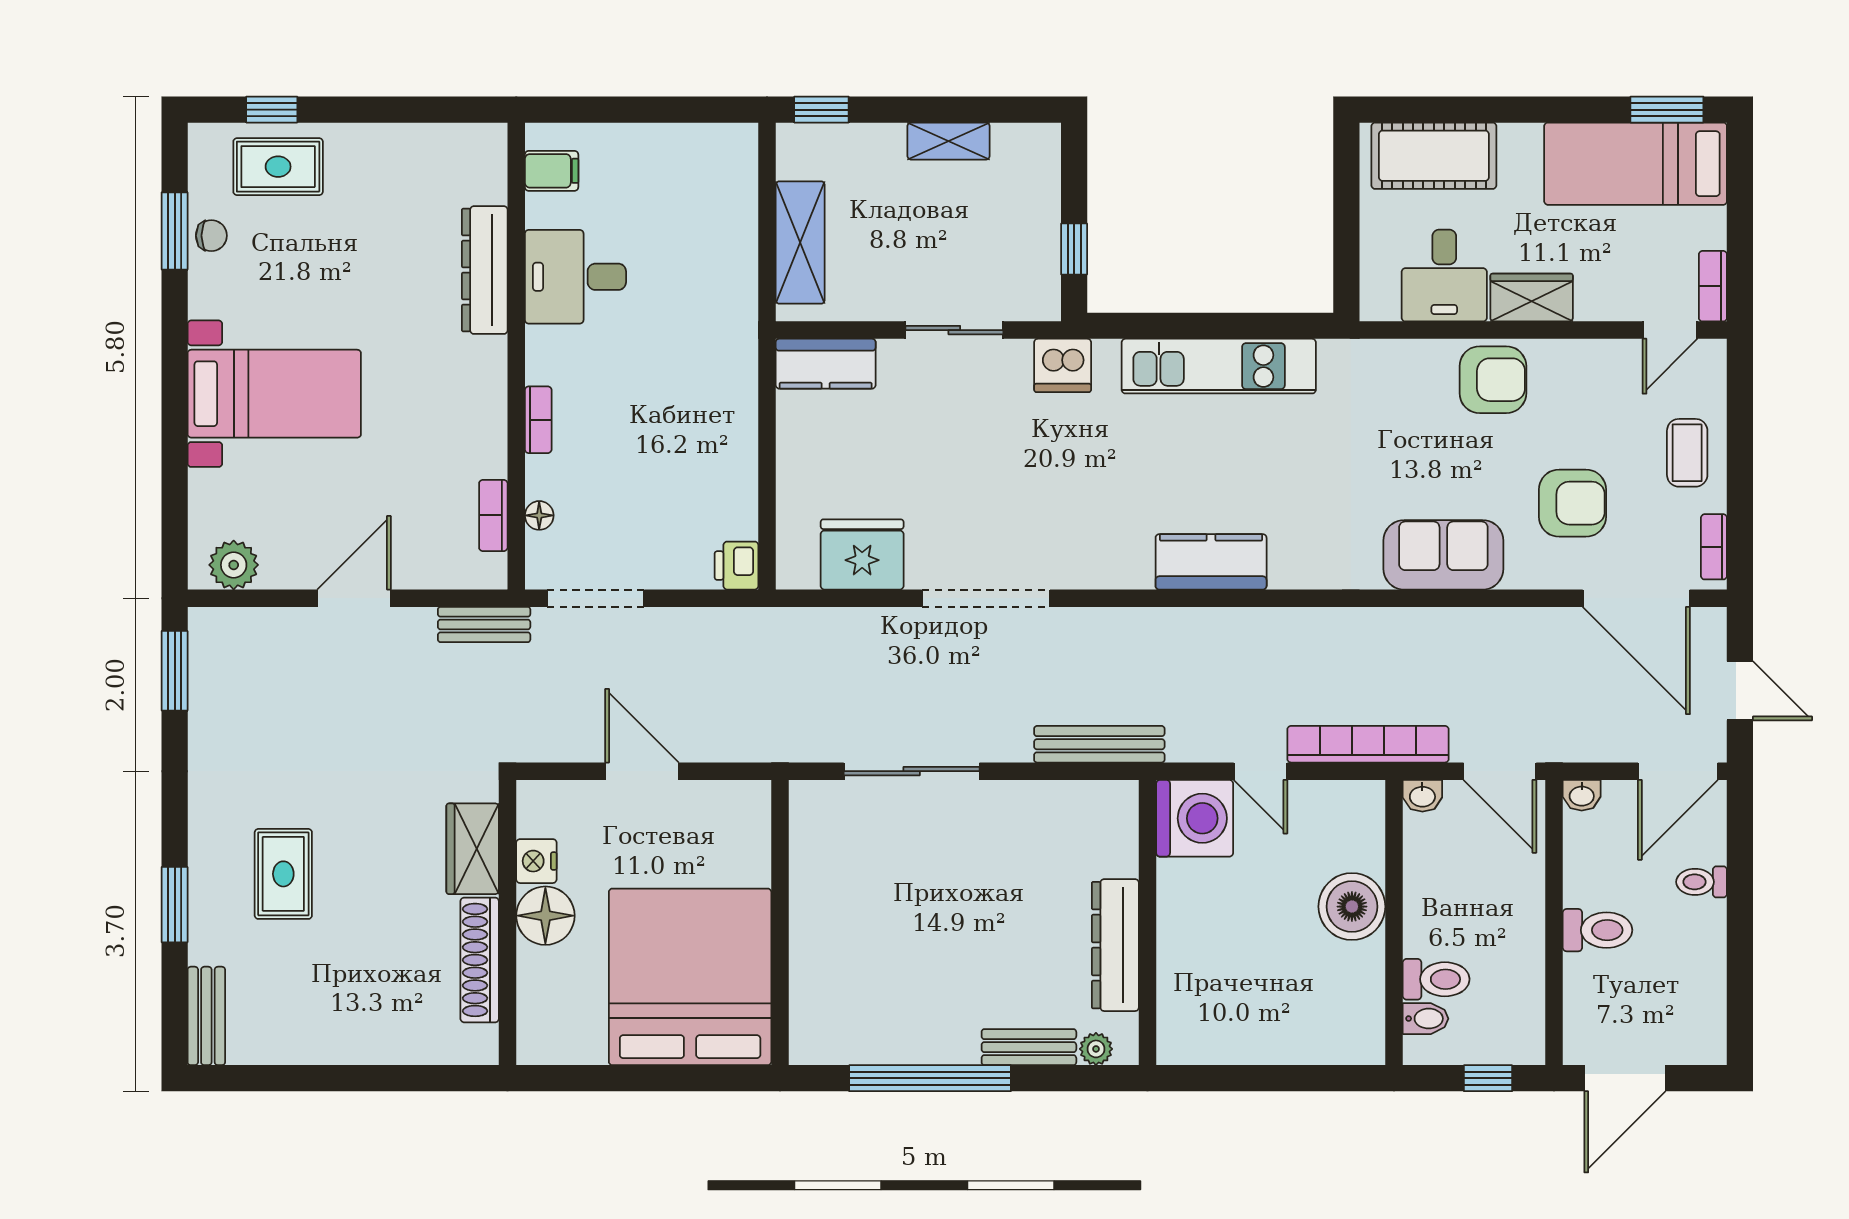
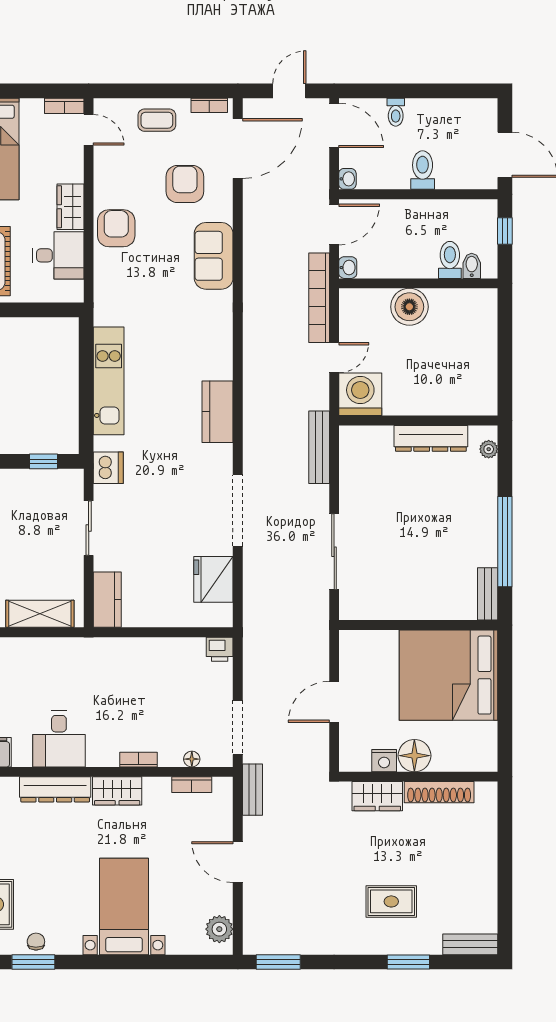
wardrobe: (482, 381) -> (117, 791), added
kitchen counter: (1211, 562) -> (218, 412), moved
bench: (1029, 1047) -> (488, 594), moved

